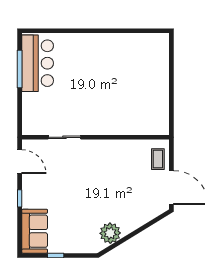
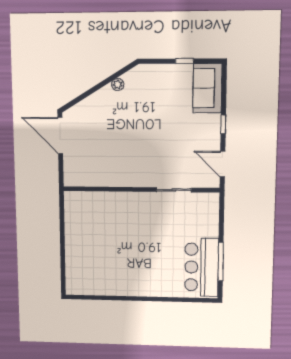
coffee table: (158, 159) -> (75, 166), removed
plant: (110, 233) -> (118, 84), width x0.53, depth x0.53

